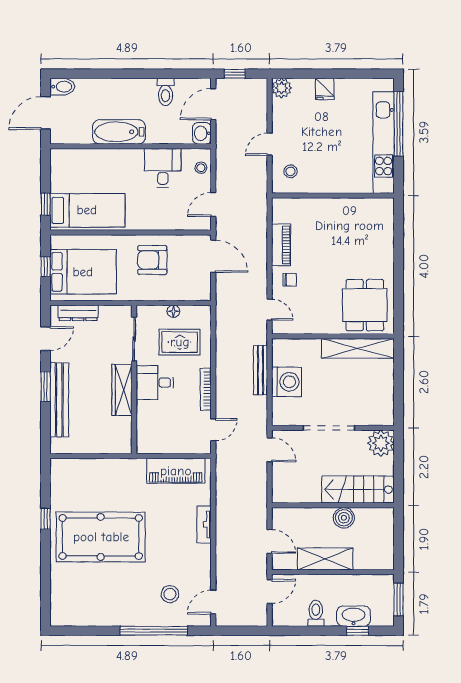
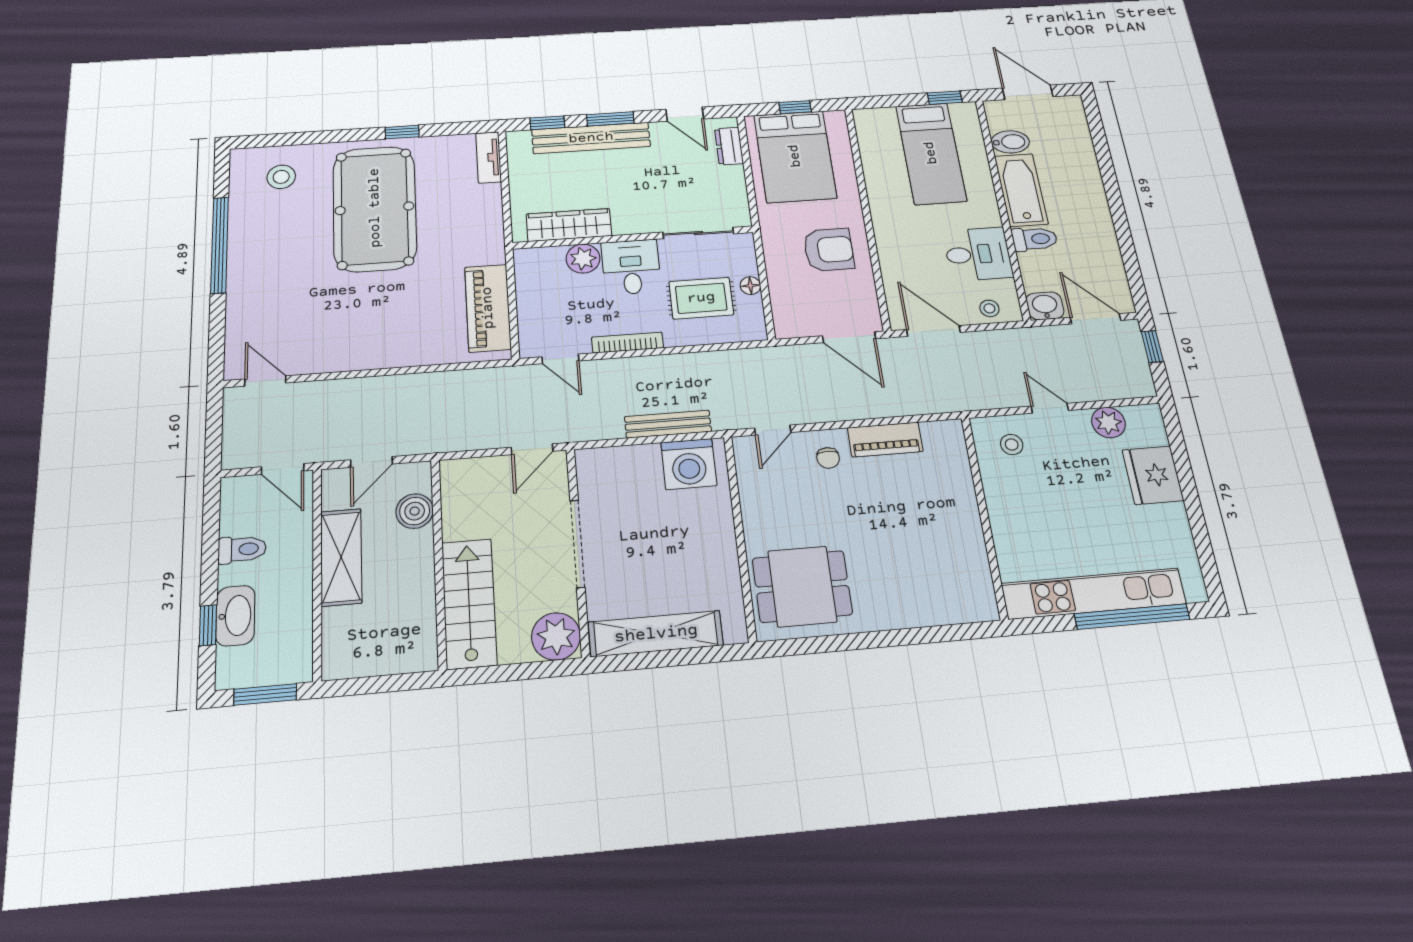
bidet: (62, 87) -> (1010, 142), moved, turned -90
plant: (282, 88) -> (1108, 422), moved
fridge: (325, 89) -> (1153, 475), width x1.88, depth x1.34
toilet: (165, 92) -> (1034, 239), moved, turned 180
window: (46, 204) -> (945, 98), moved
door: (213, 205) -> (934, 331), width x1.38
bed: (87, 210) -> (931, 153), moved
door: (213, 256) -> (849, 337), hinge flipped
armchair: (152, 260) -> (829, 250), turned 90
dresser: (78, 313) -> (729, 146), width x0.70
rug: (180, 342) -> (701, 298), turned 90
shelving: (358, 348) -> (656, 634), moved, turned 90
washing machine: (286, 382) -> (689, 464), moved
wardrobe: (122, 390) -> (569, 225), moved
plant: (146, 411) -> (583, 259), added
window: (46, 427) -> (547, 123), added
boiler: (344, 518) -> (415, 511), moved
tv unit: (204, 525) -> (489, 157), moved, turned -90
stool: (170, 594) -> (281, 177), moved
window: (154, 631) -> (220, 245), moved

